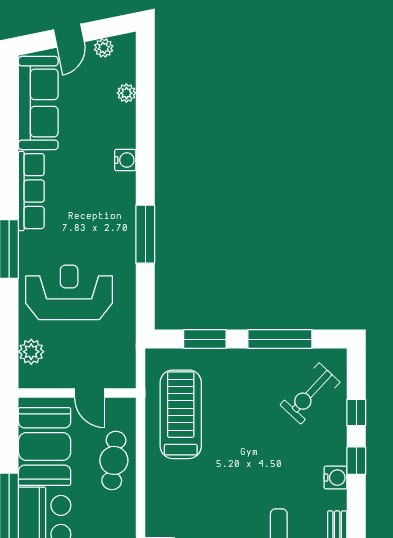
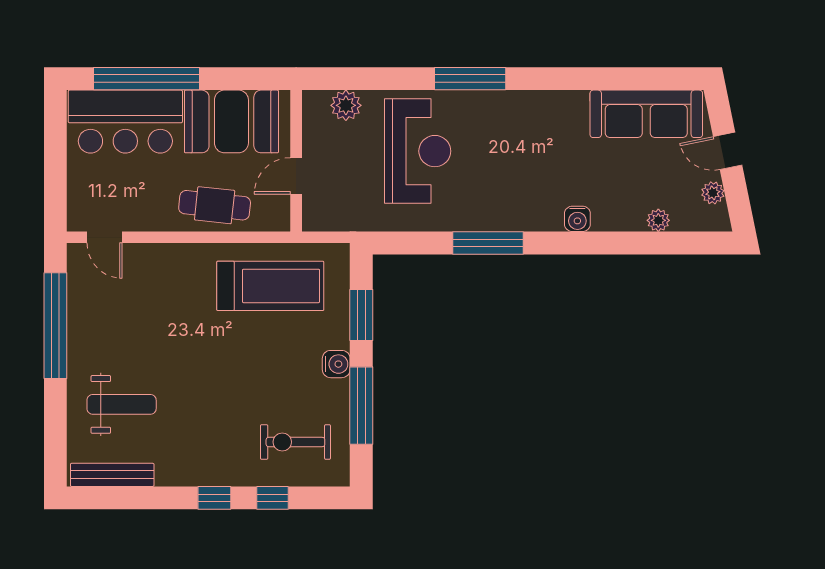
row of seats: (31, 191) -> (540, 105), removed
exercise bike: (310, 393) -> (295, 442), turned -43
water cooler: (335, 478) -> (336, 364), moved, turned -90

